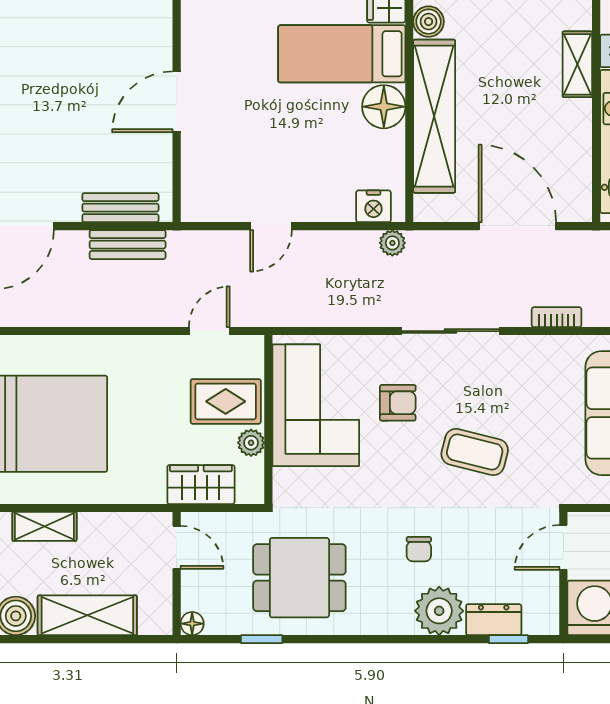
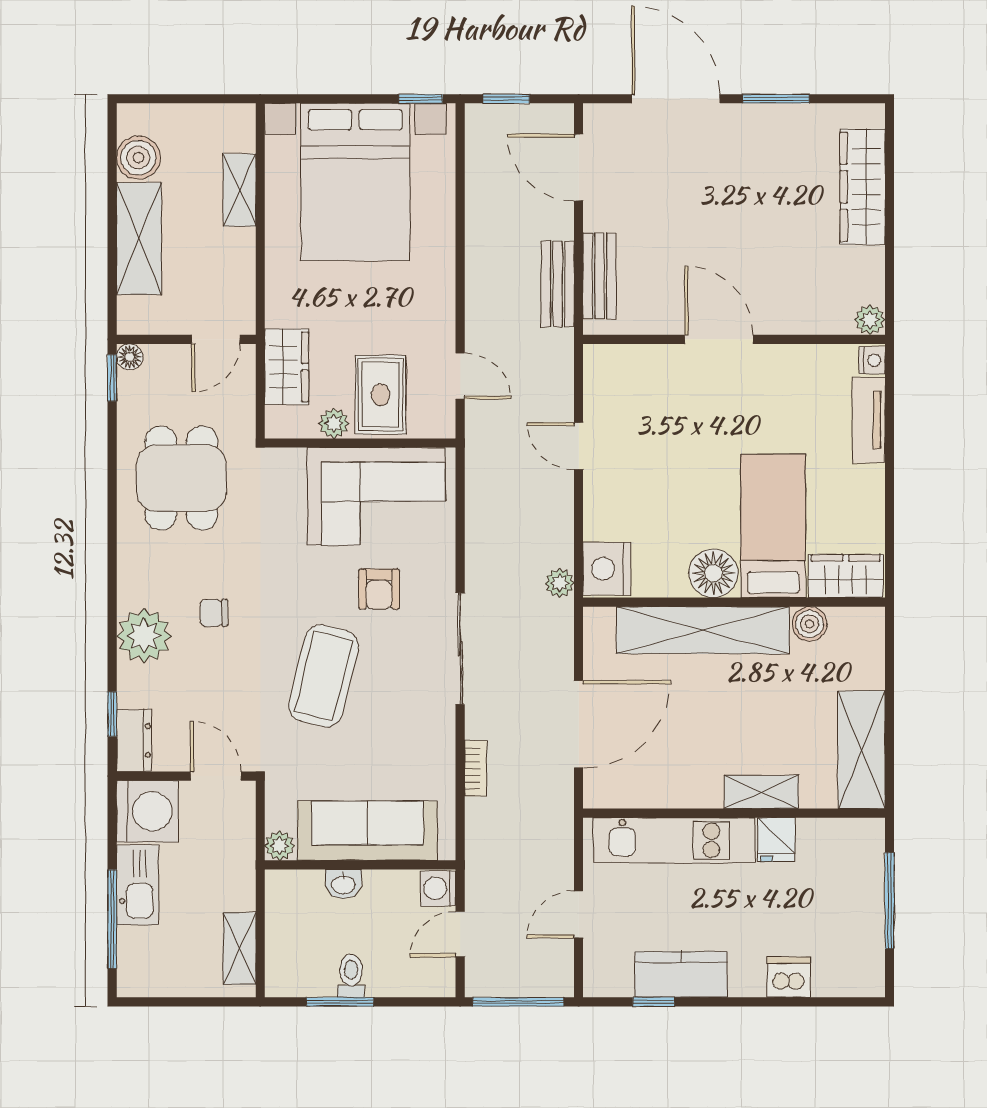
nightstand: (373, 206) -> (607, 569), width x1.36, depth x1.33
coffee table: (475, 452) -> (323, 676), width x1.36, depth x1.32
dresser: (494, 620) -> (134, 740), moved
window: (262, 639) -> (112, 378), moved

